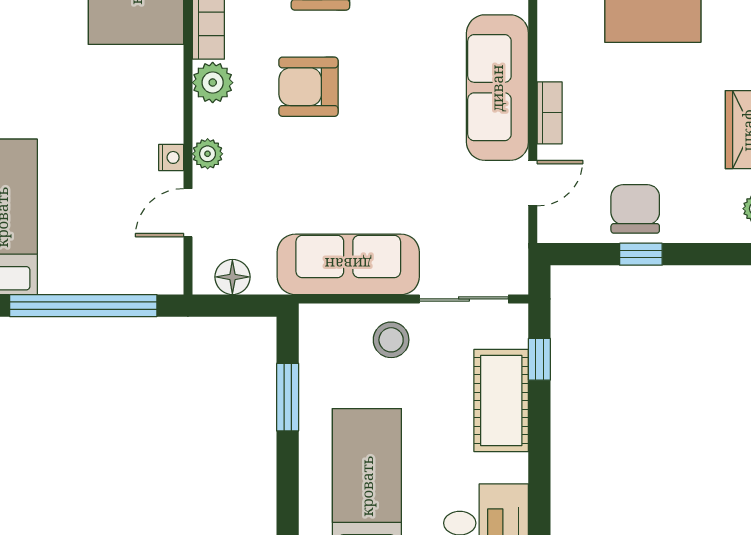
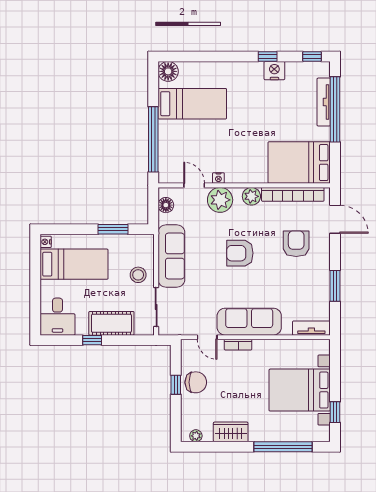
armchair: (308, 87) -> (240, 253), moved, turned -90
plant: (208, 154) -> (220, 200), width x1.88, depth x1.88
window: (539, 359) -> (92, 340), moved

